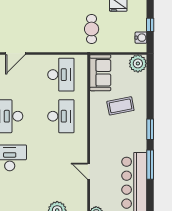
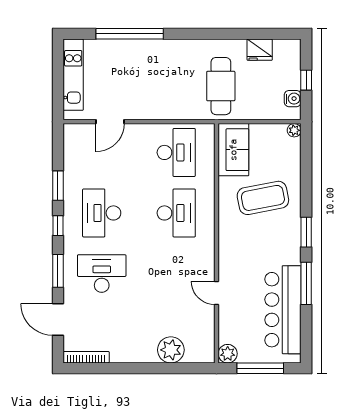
cafe table: (92, 29) -> (221, 86), width x1.37, depth x1.35
plant: (138, 63) -> (294, 130), width x0.53, depth x0.53
coffee table: (120, 106) -> (263, 198), width x1.36, depth x1.32

